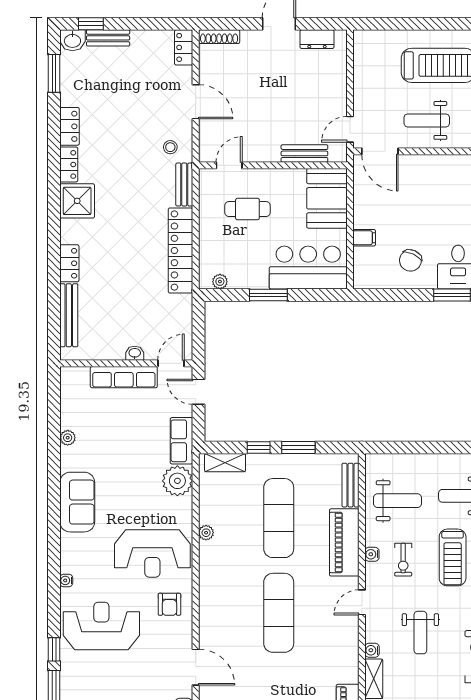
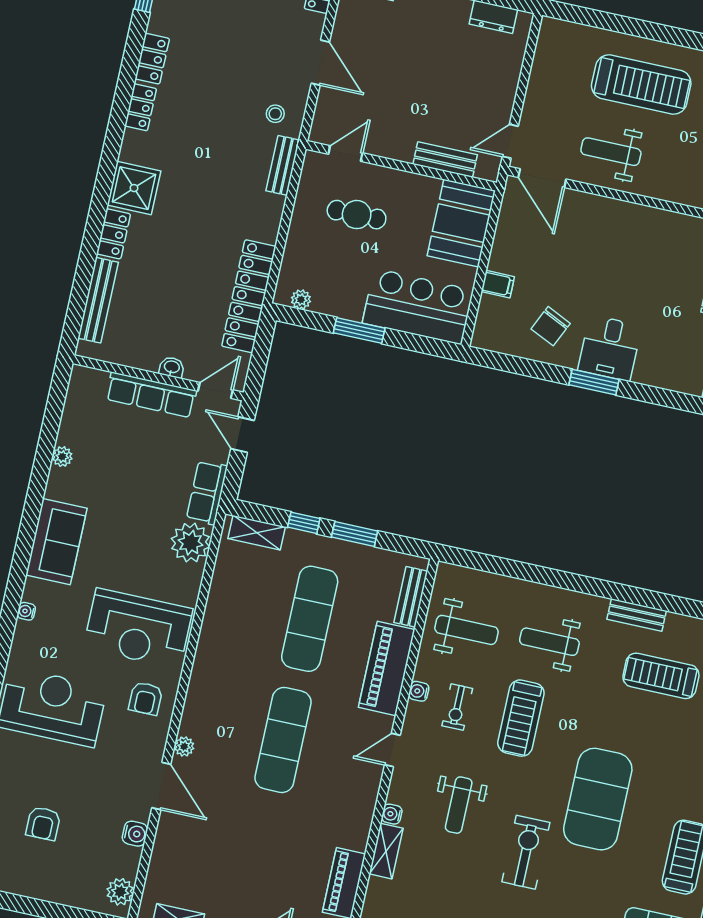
shower: (77, 201) -> (134, 188), moved
locker: (180, 251) -> (249, 296), moved
plant: (206, 533) -> (184, 746), moved
water cooler: (66, 580) -> (26, 611), moved

